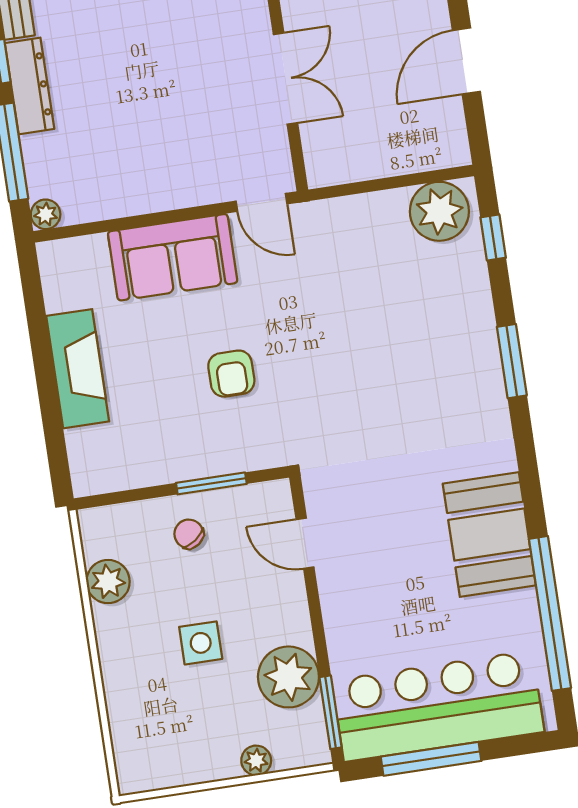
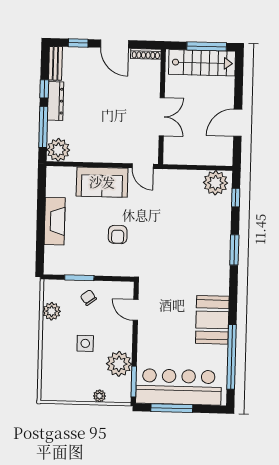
plant: (46, 214) -> (58, 150), width x1.87, depth x1.87
window: (211, 483) -> (79, 278), moved

